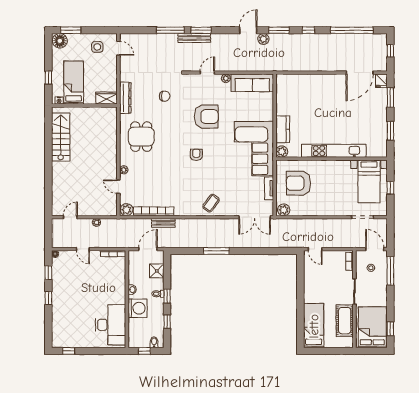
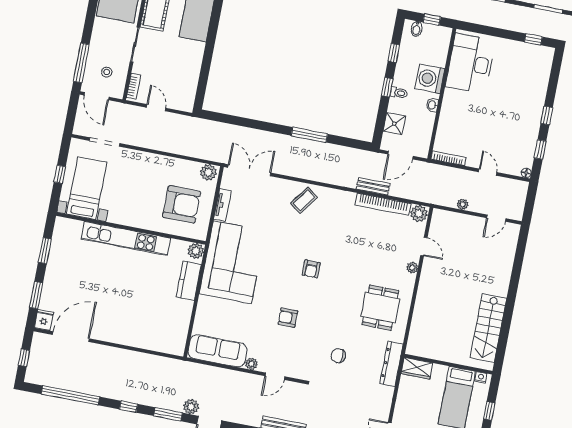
armchair: (206, 117) -> (288, 318), width x0.53, depth x0.53
door: (315, 249) -> (156, 108), moved

